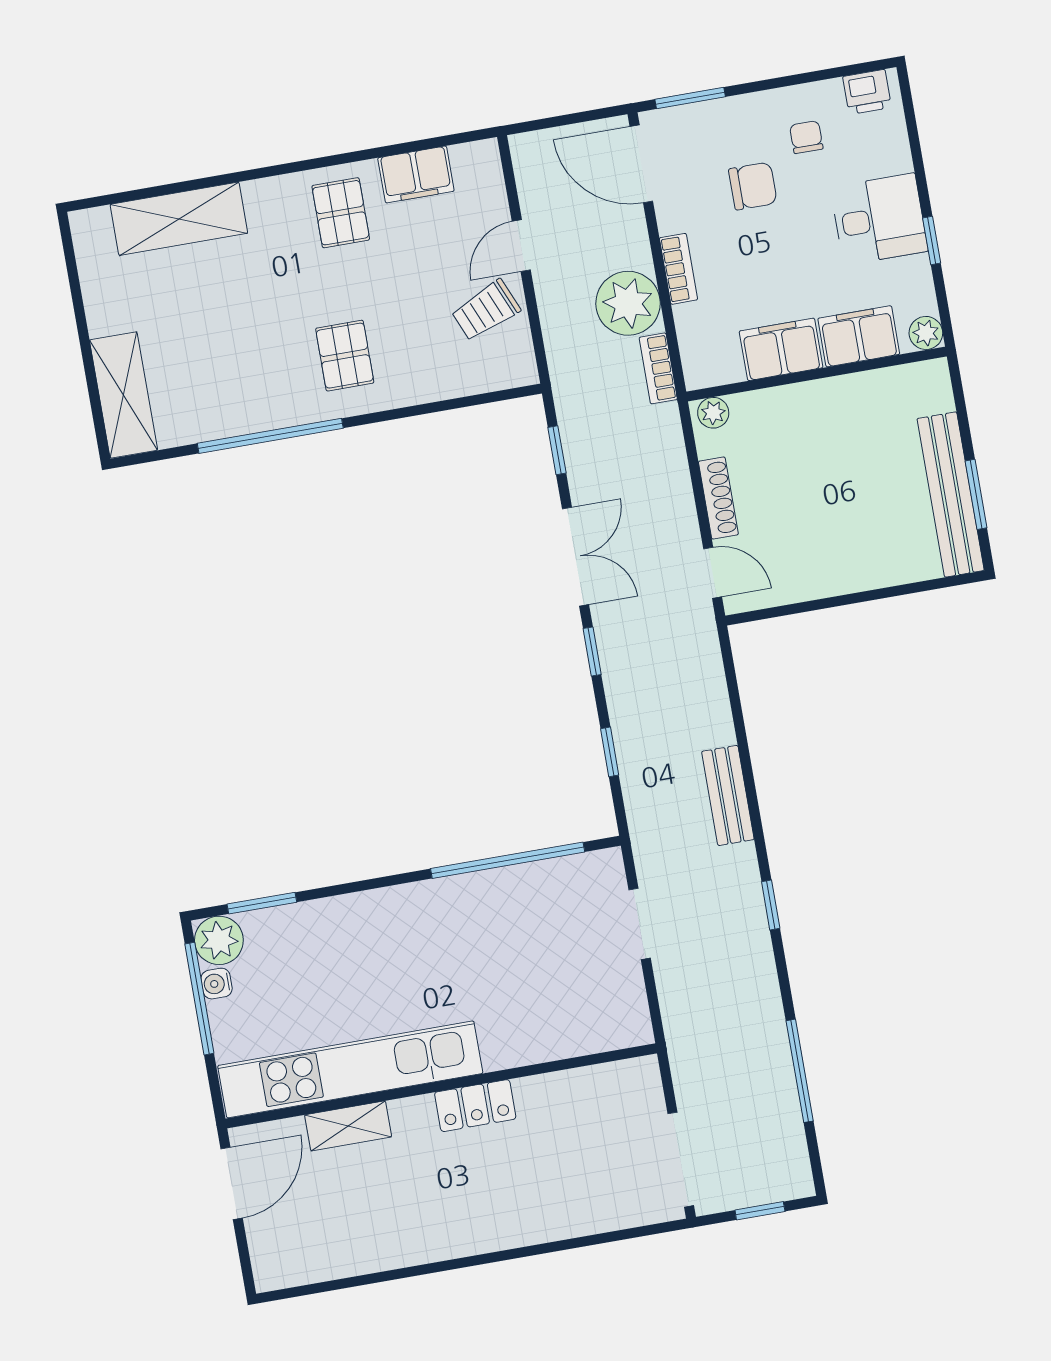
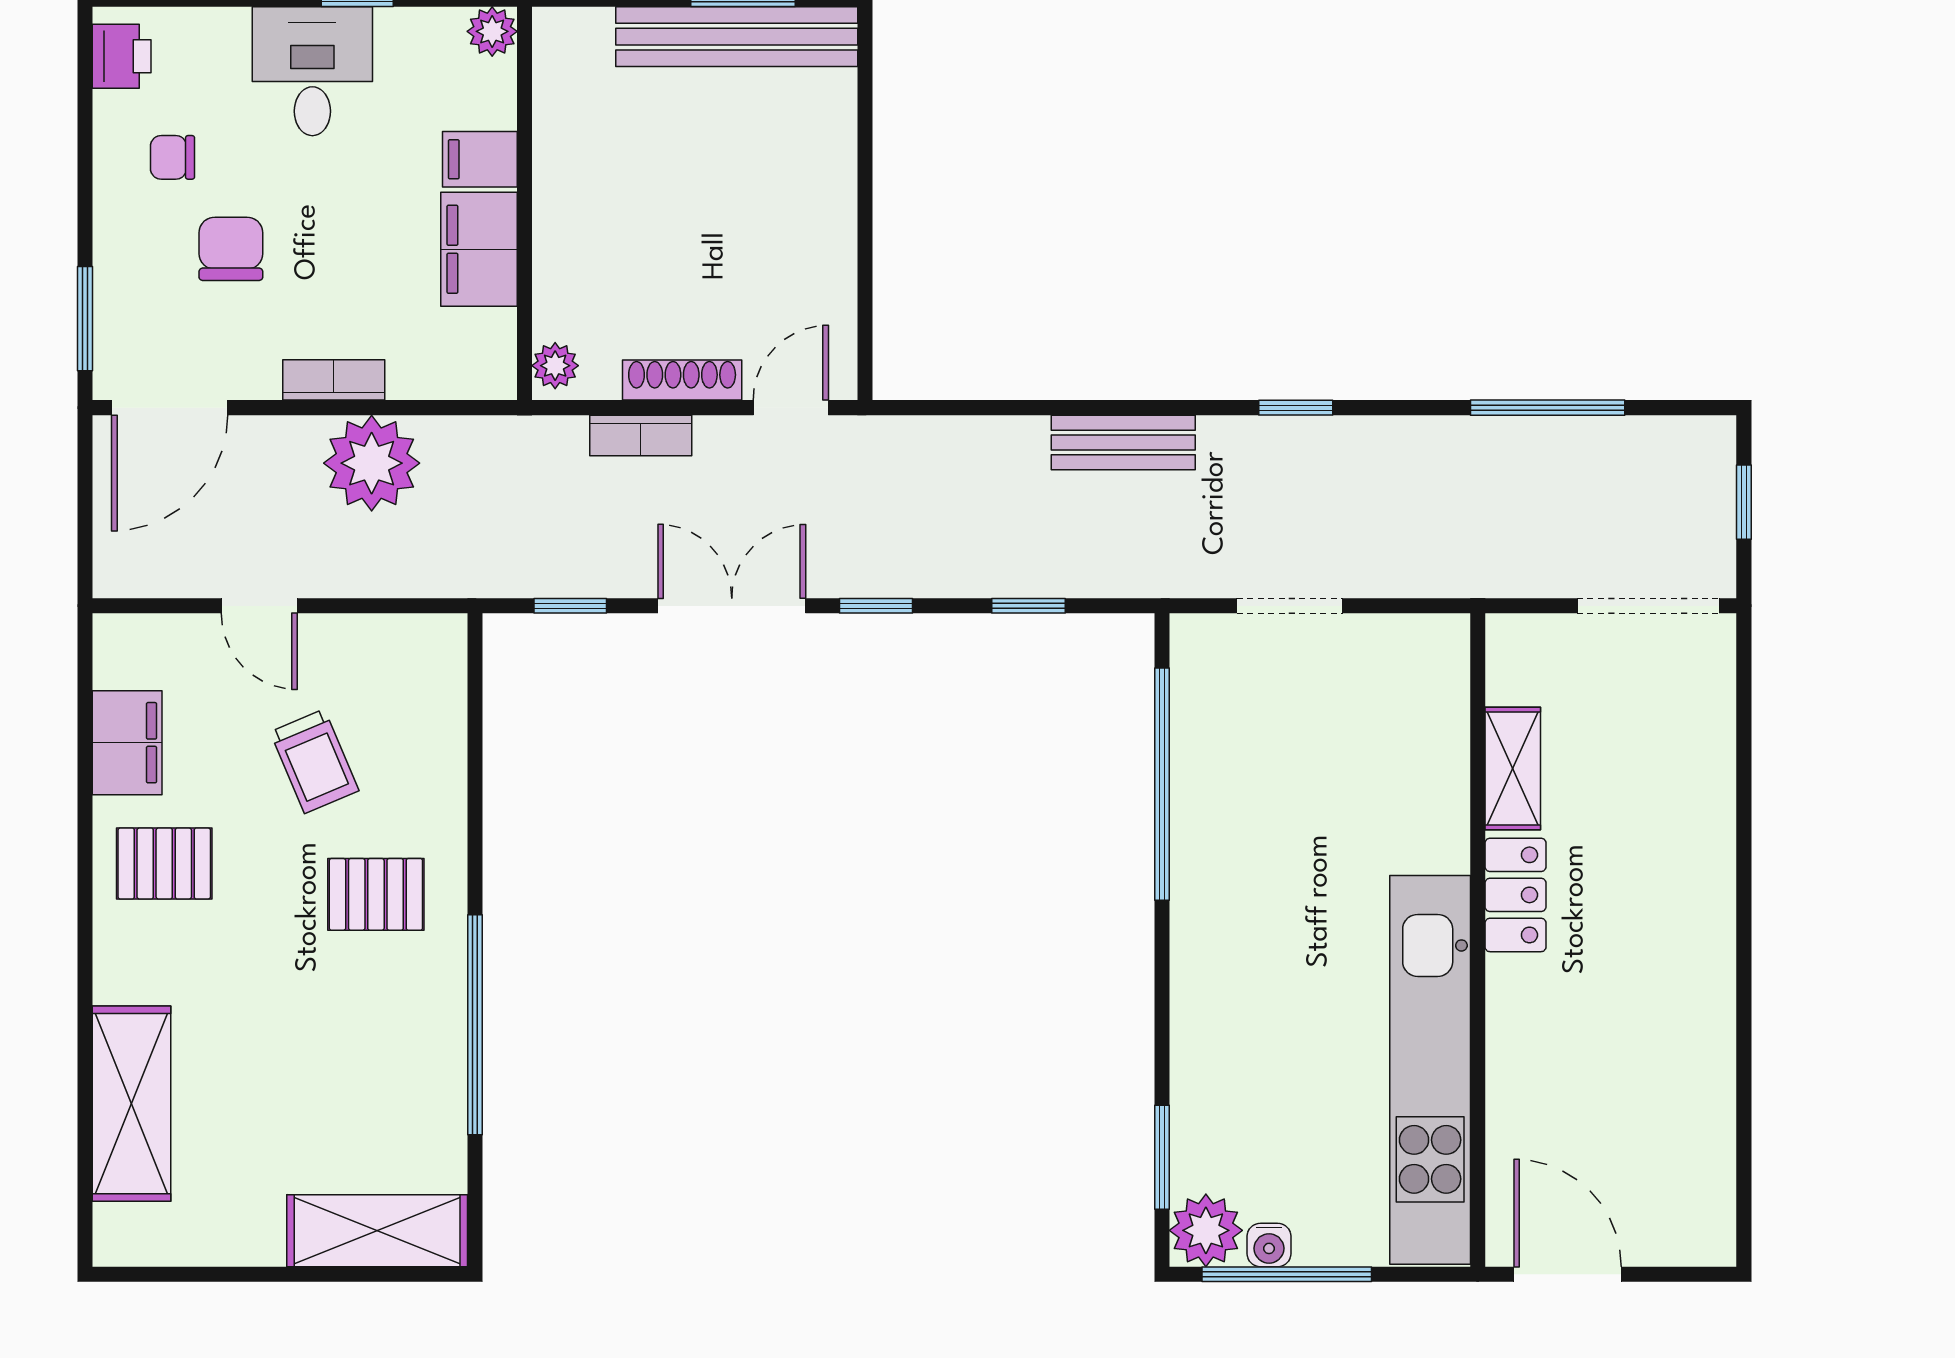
trolley: (486, 310) -> (315, 761), moved
filing cabinet: (859, 336) -> (480, 159), width x0.50
bookcase: (658, 368) -> (641, 435), moved
shelving: (348, 1126) -> (1513, 769), moved

